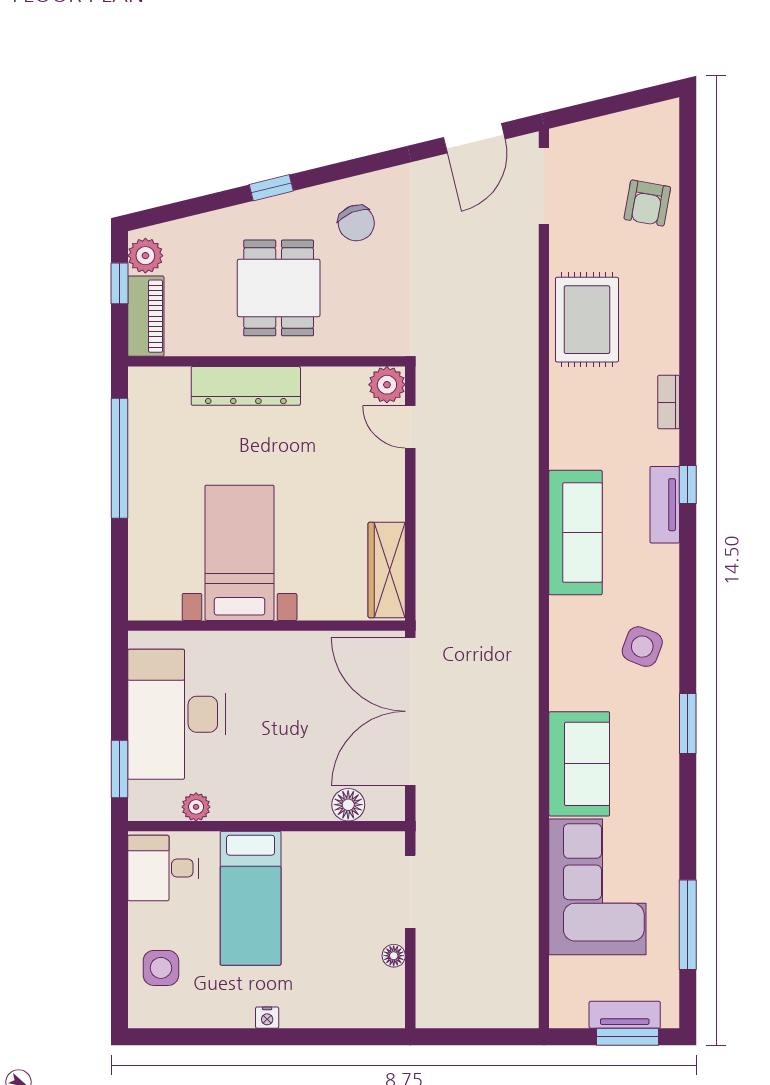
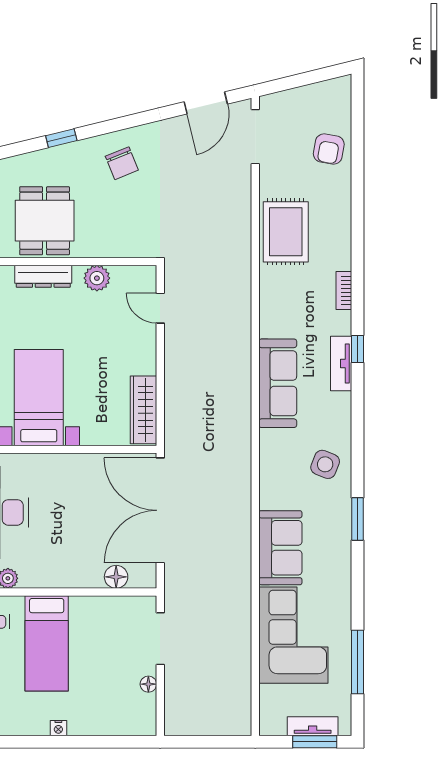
dining table: (279, 288) -> (45, 221), moved
plant: (387, 385) -> (97, 278), moved
dresser: (246, 386) -> (43, 276), width x0.73, depth x0.80

